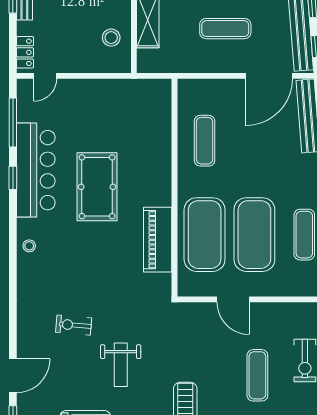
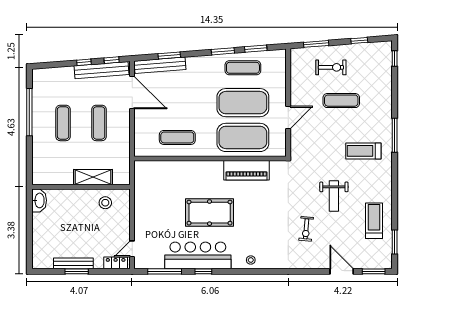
door: (45, 76) -> (132, 249), swing flipped
weight bench: (121, 365) -> (334, 196), turned 90

